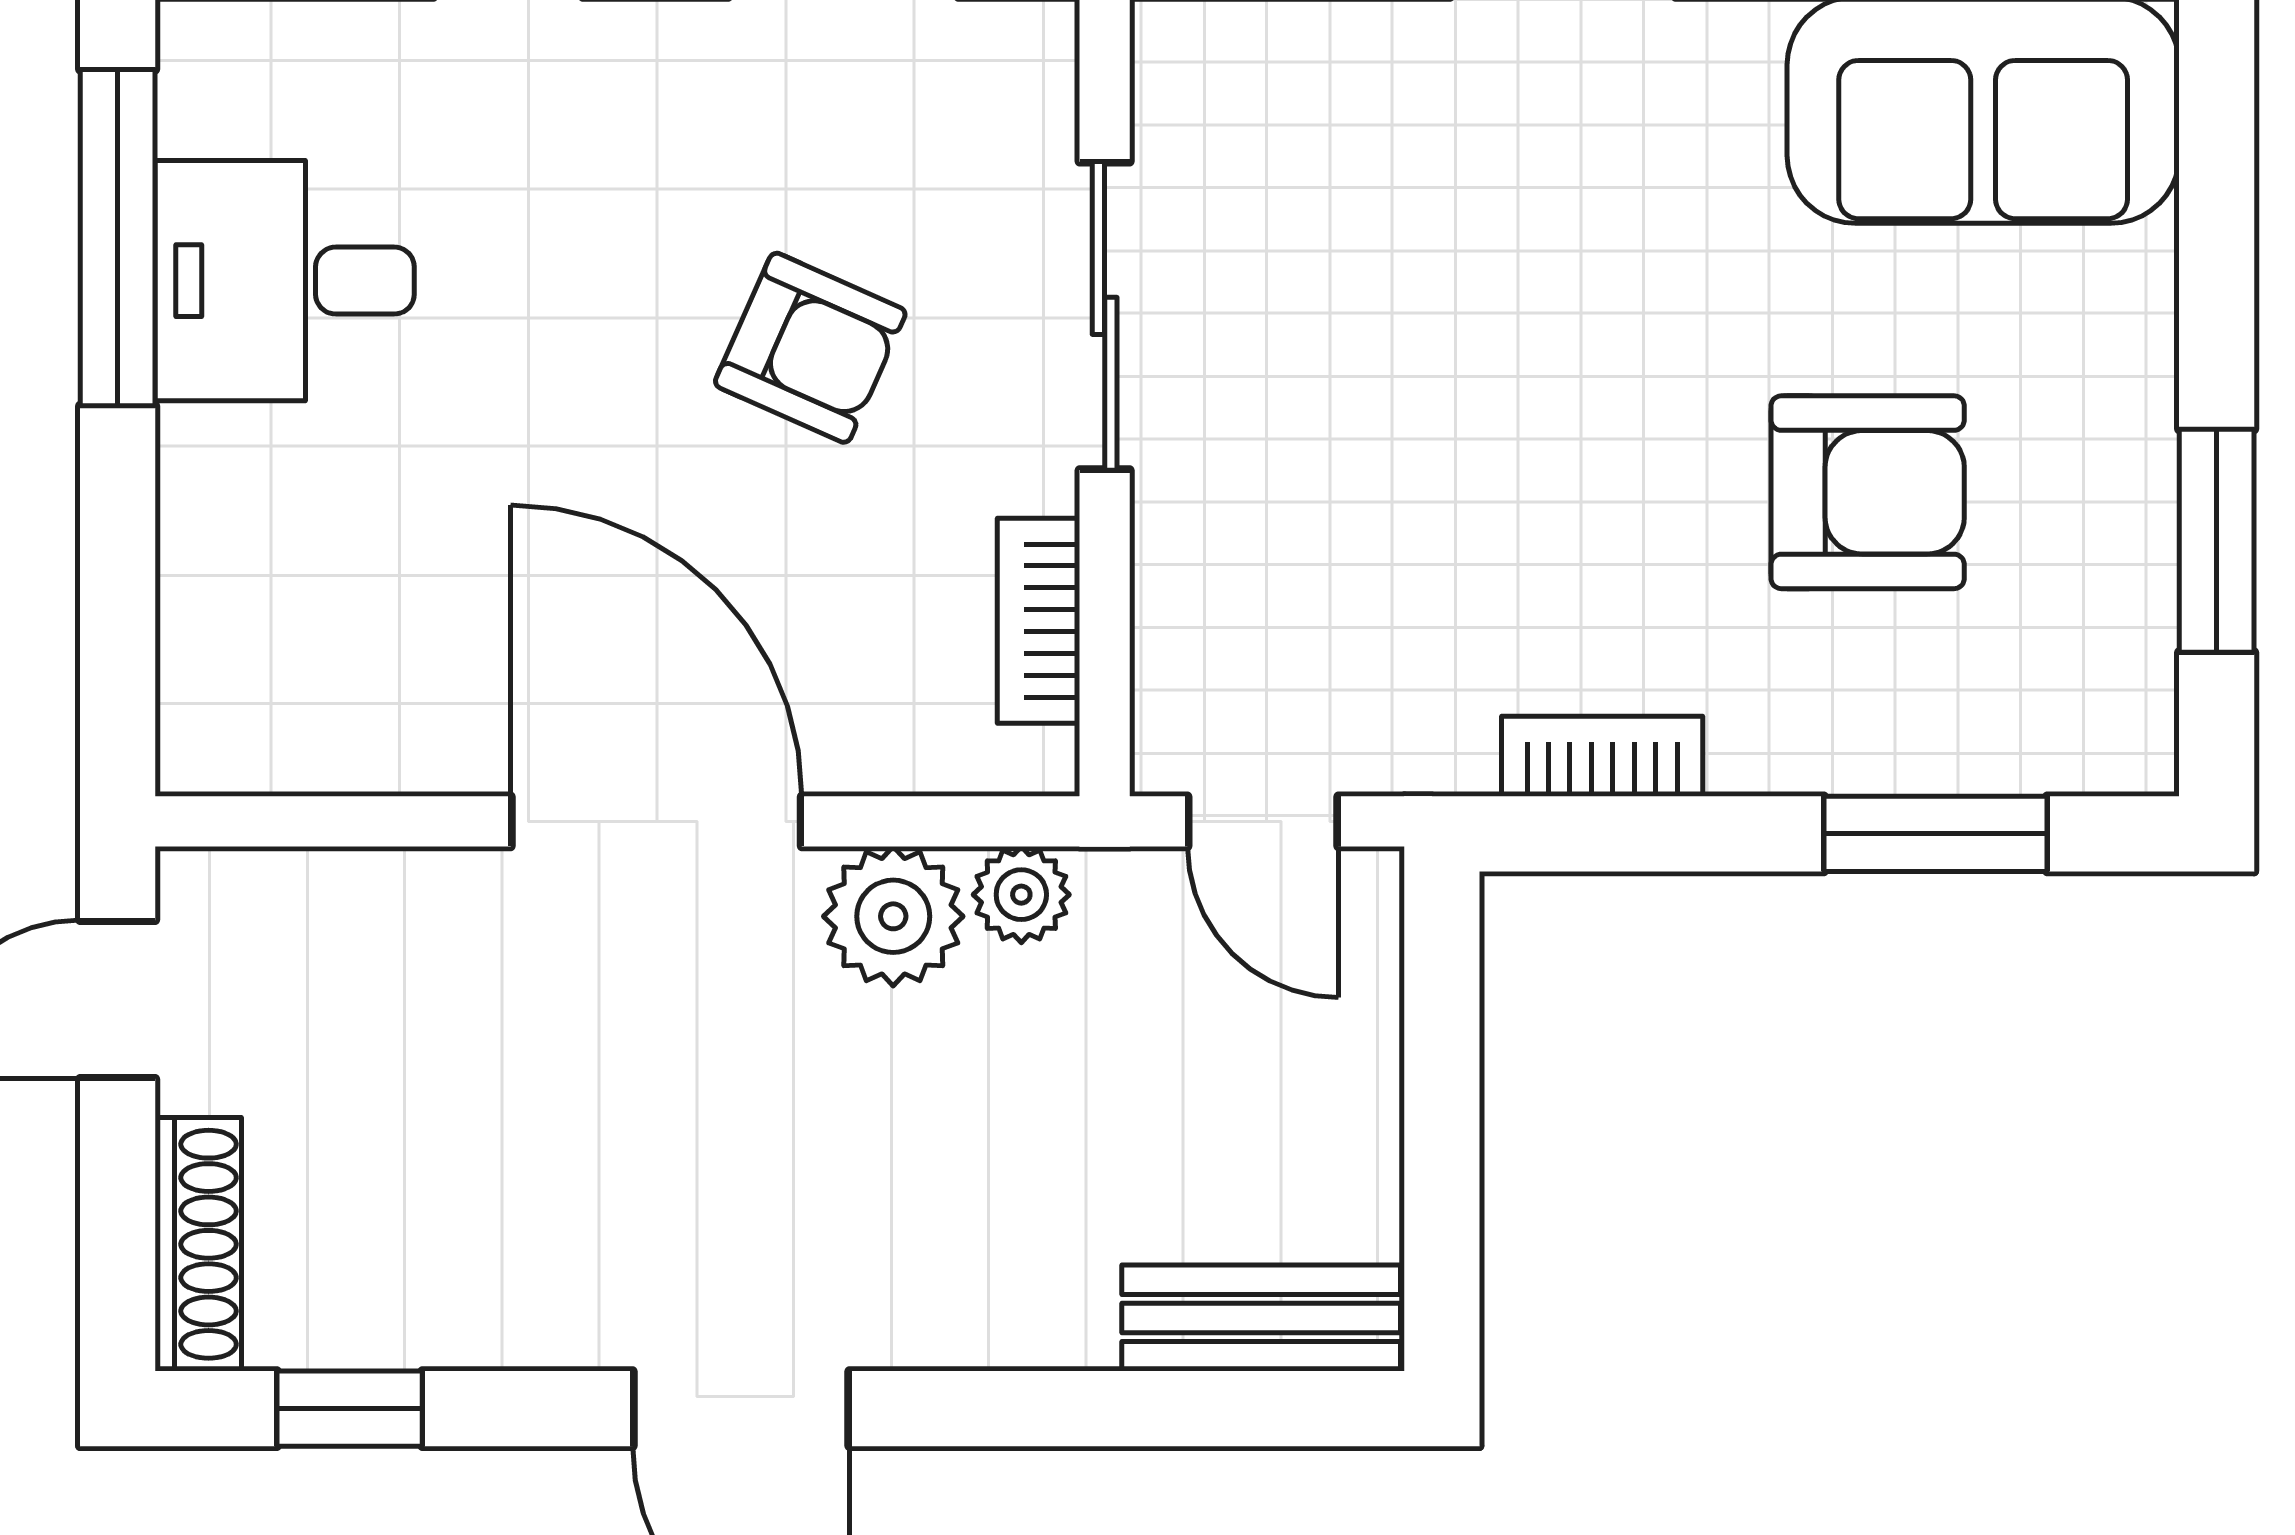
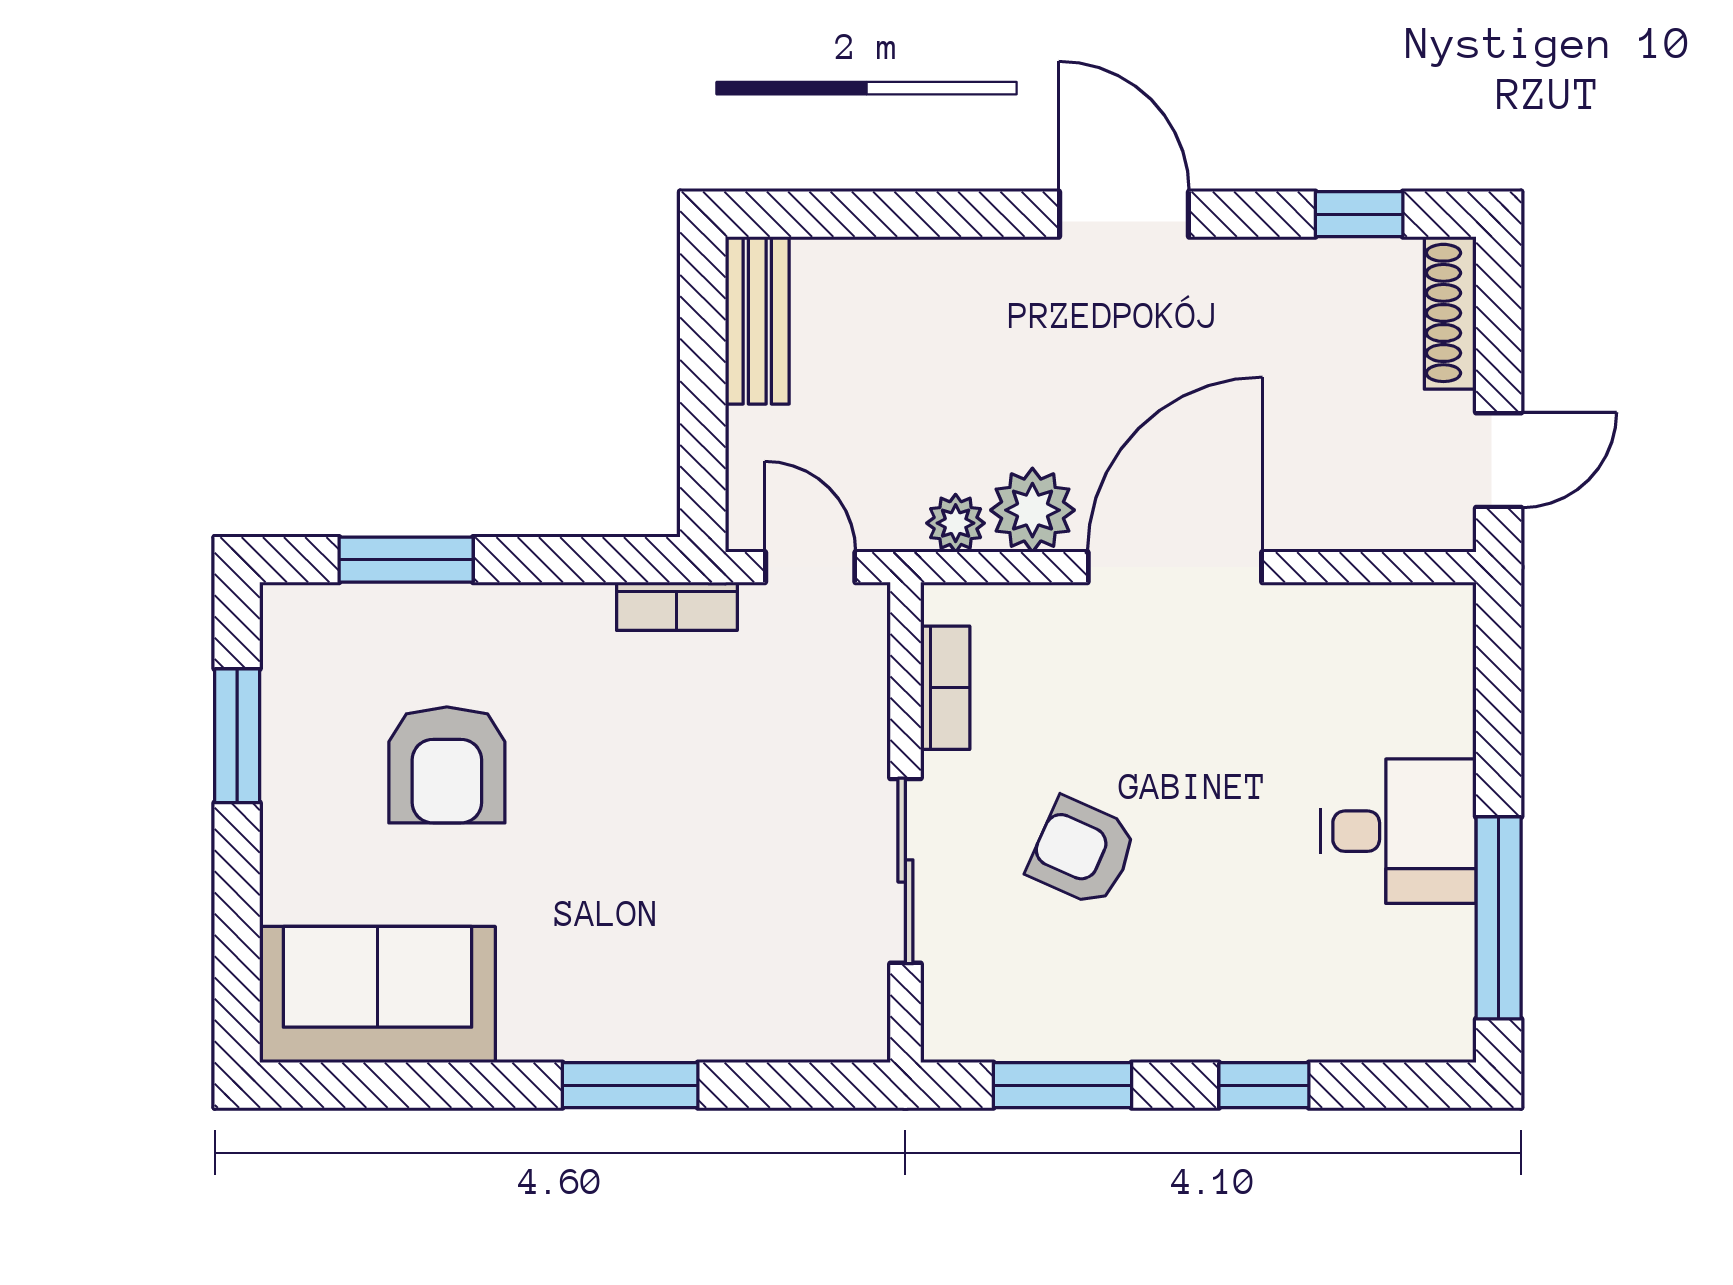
desk: (285, 281) -> (1398, 831), moved
armchair: (1868, 492) -> (447, 765), turned -90
bookcase: (1602, 756) -> (677, 606), moved
door: (656, 821) -> (1175, 567), swing flipped
bench: (1261, 1318) -> (757, 320), moved, turned 90

